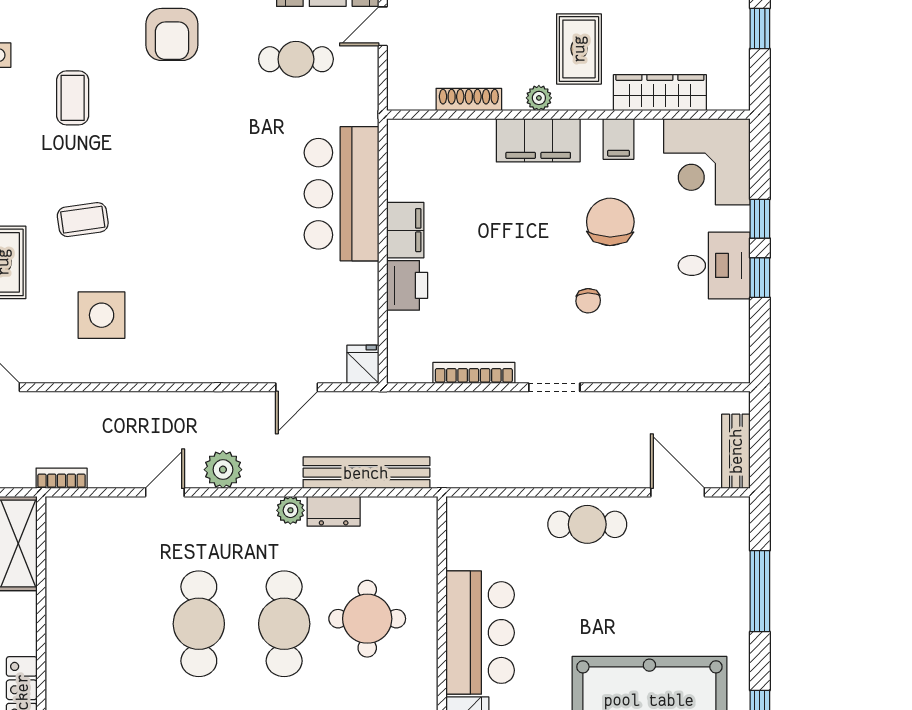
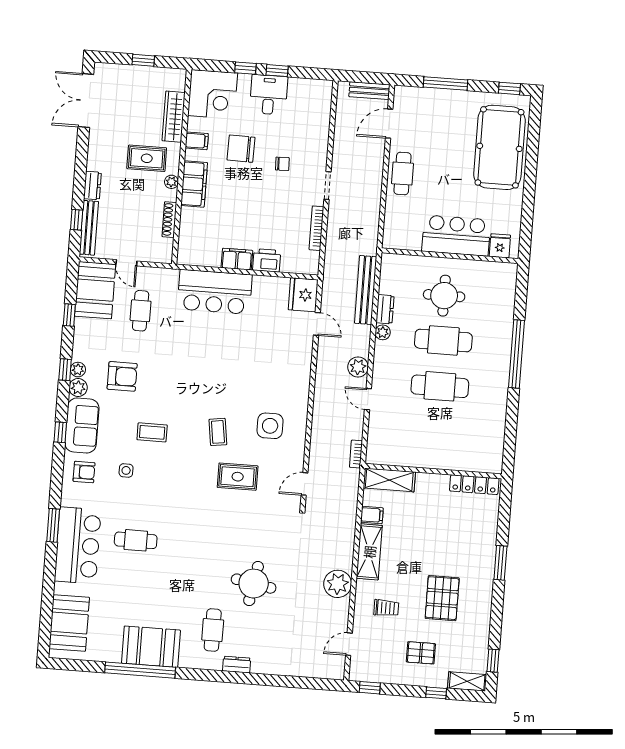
fridge: (363, 364) -> (303, 295), width x1.88, depth x1.34

